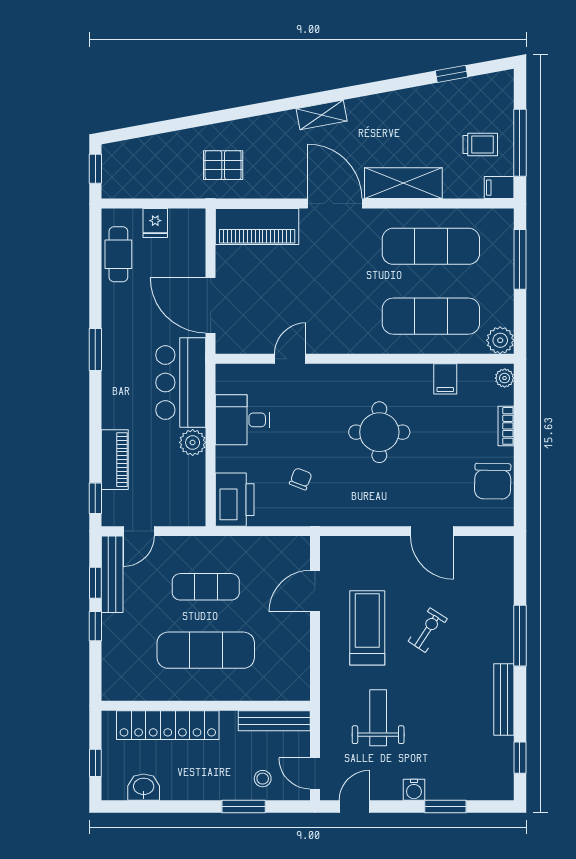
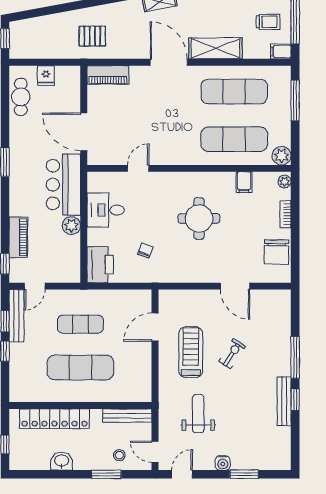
piano: (257, 226) -> (108, 75), width x0.73, depth x0.75
window: (520, 758) -> (295, 400), moved
washbasin: (144, 787) -> (62, 461), moved

